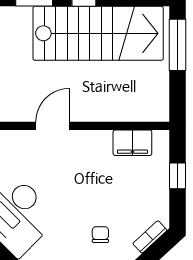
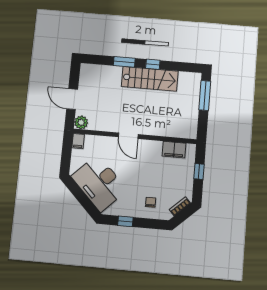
stairs: (98, 33) -> (150, 79), width x0.73, depth x0.66
door: (53, 126) -> (128, 136), swing flipped

